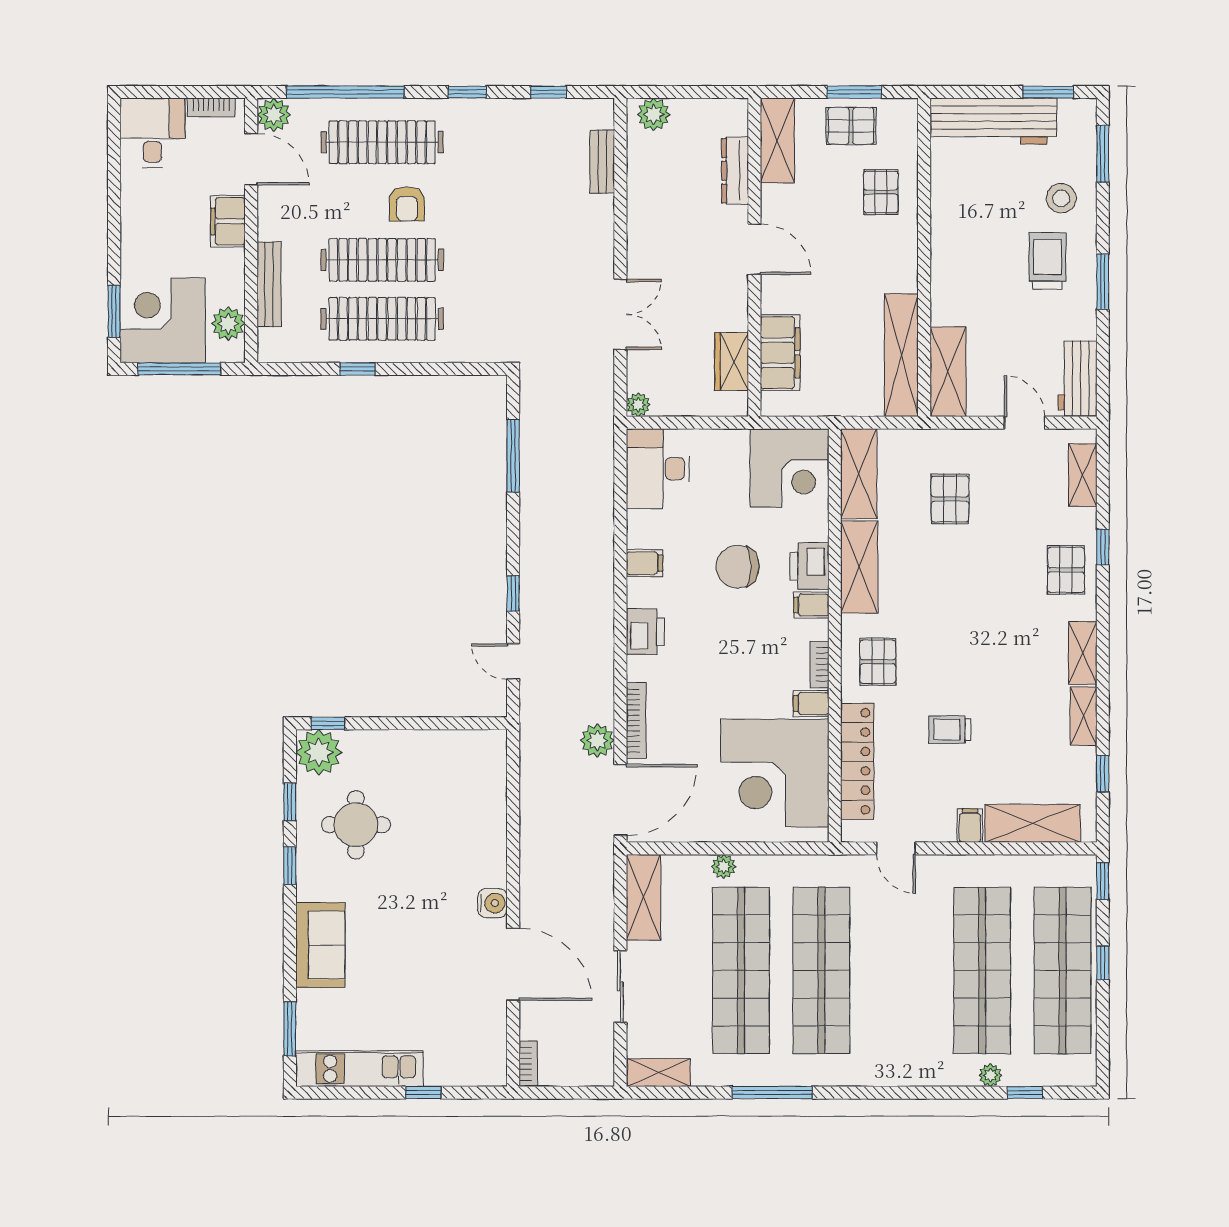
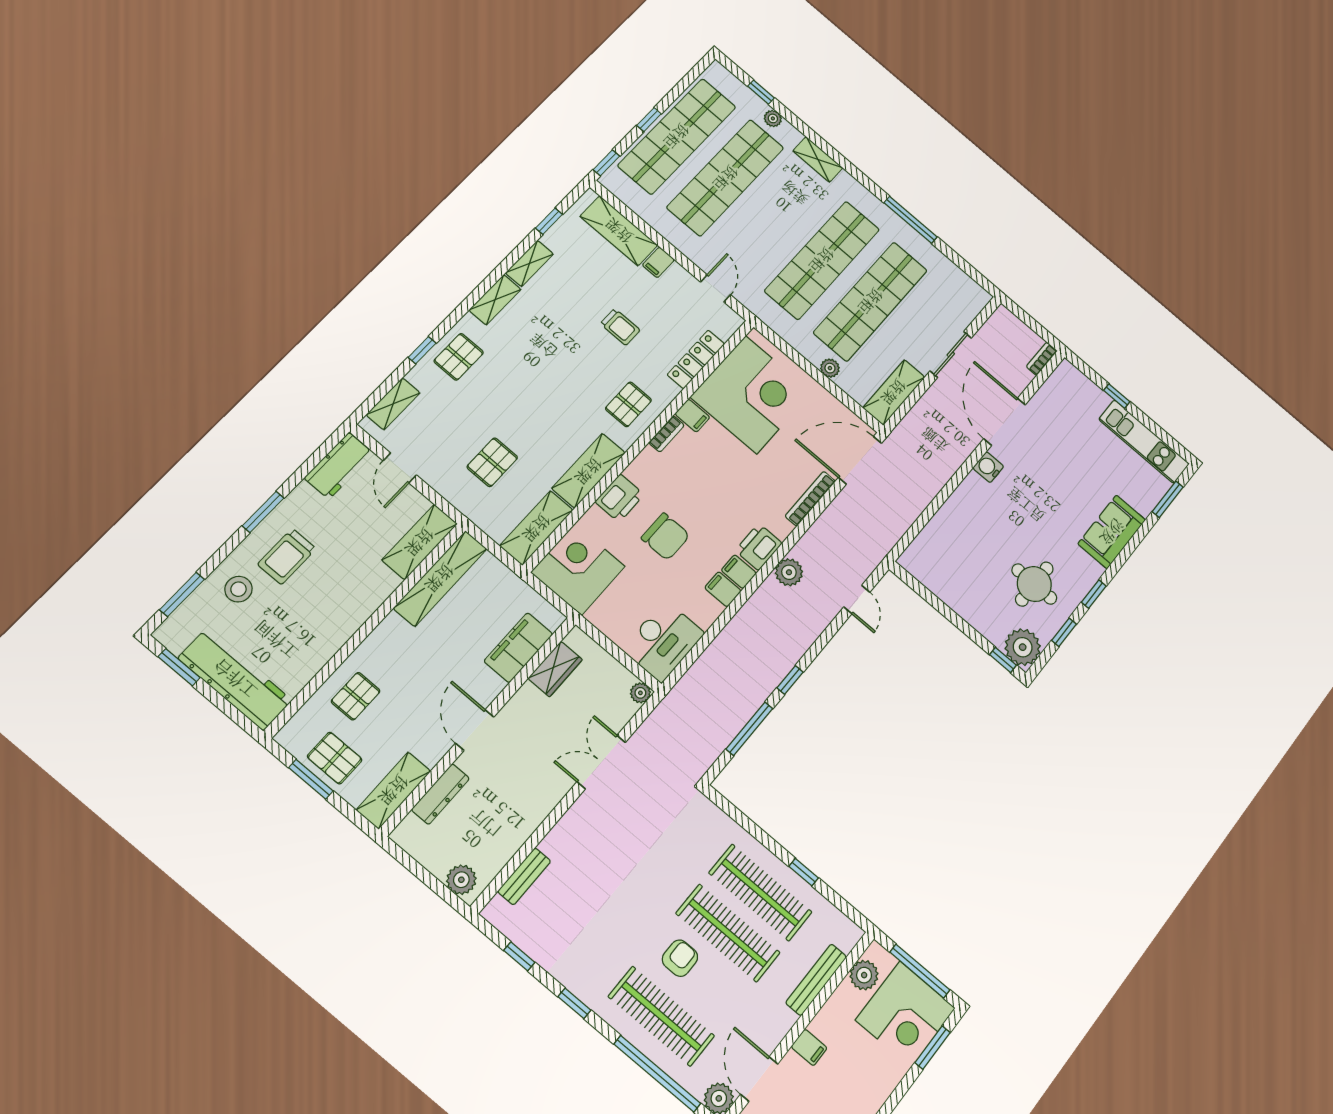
filing cabinet: (228, 221) -> (809, 1047), width x0.50
window: (513, 593) -> (790, 680), moved
filing cabinet: (811, 605) -> (739, 572), moved, turned 180
plant: (597, 740) -> (789, 572), moved
locker: (857, 761) -> (696, 359), width x0.71, depth x0.83
shelving: (659, 1073) -> (818, 159), moved

